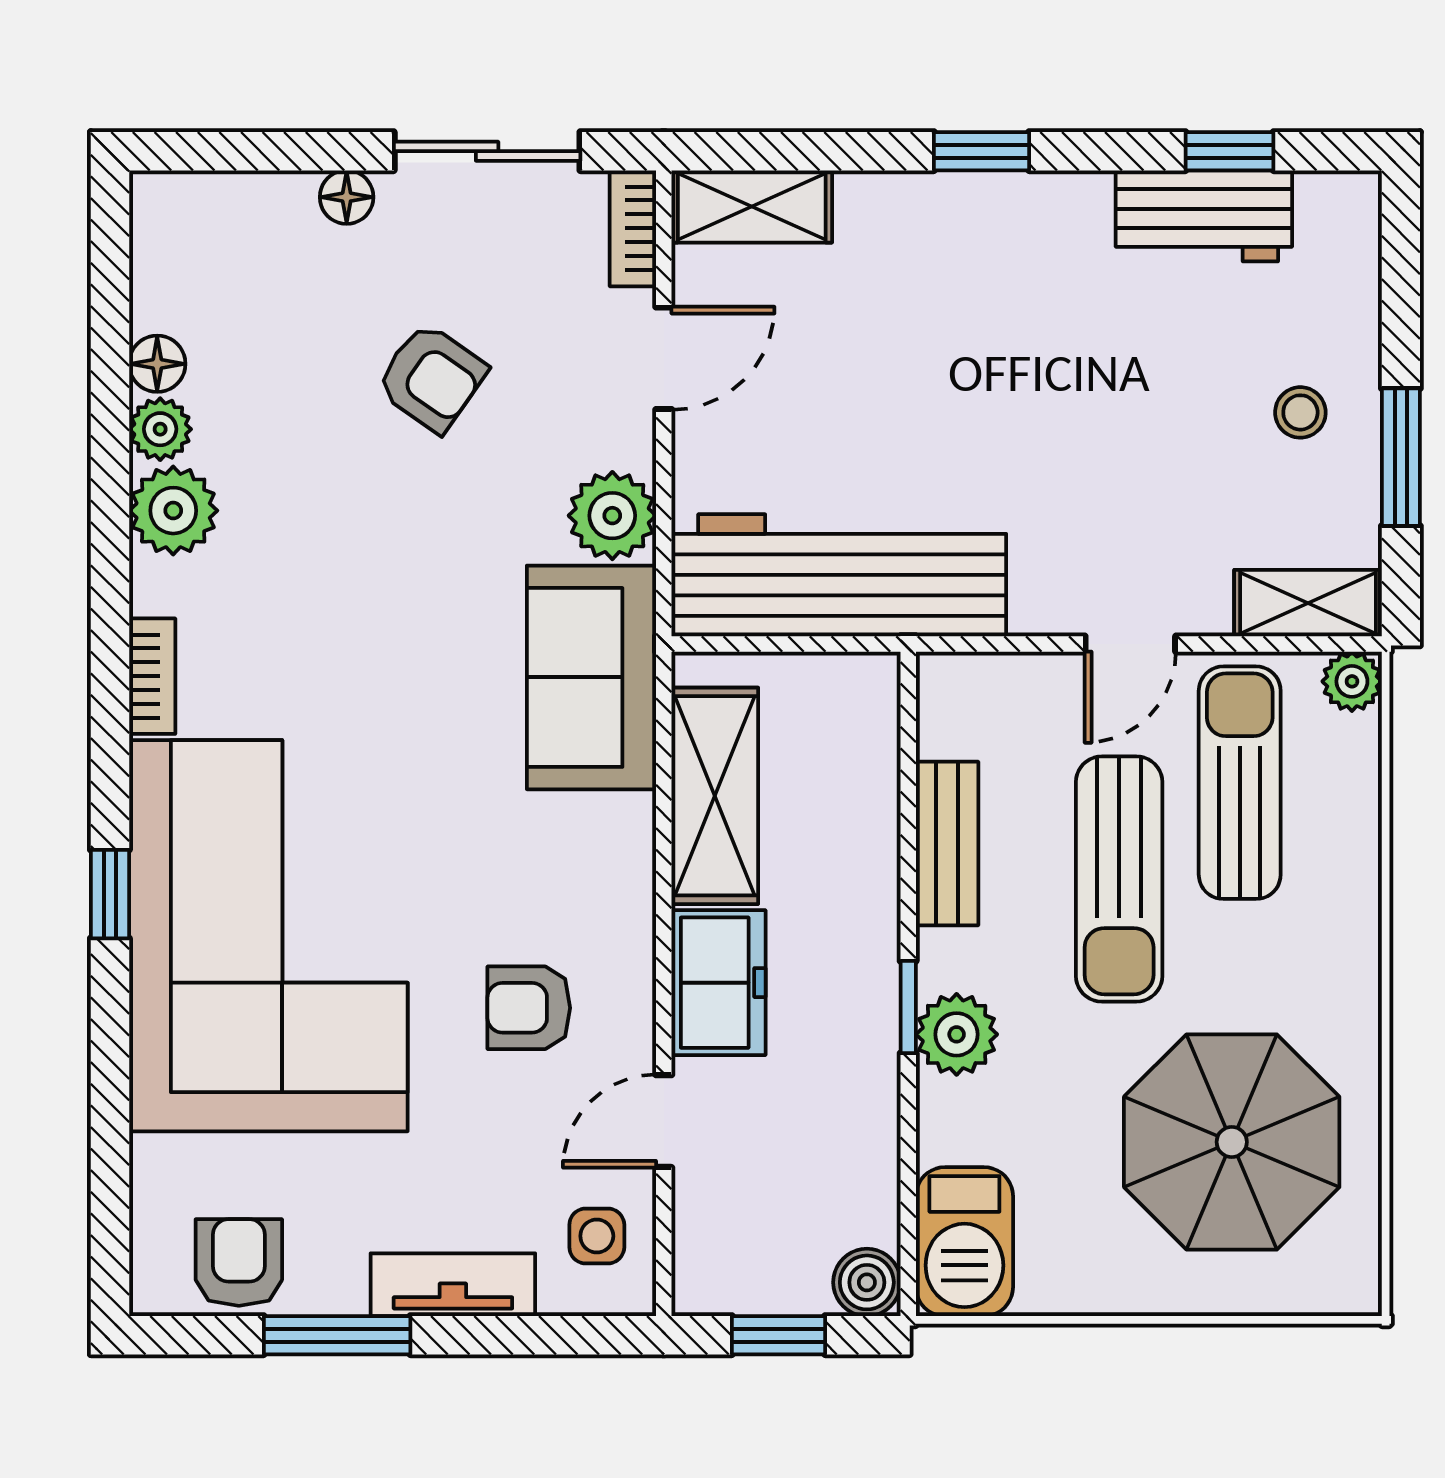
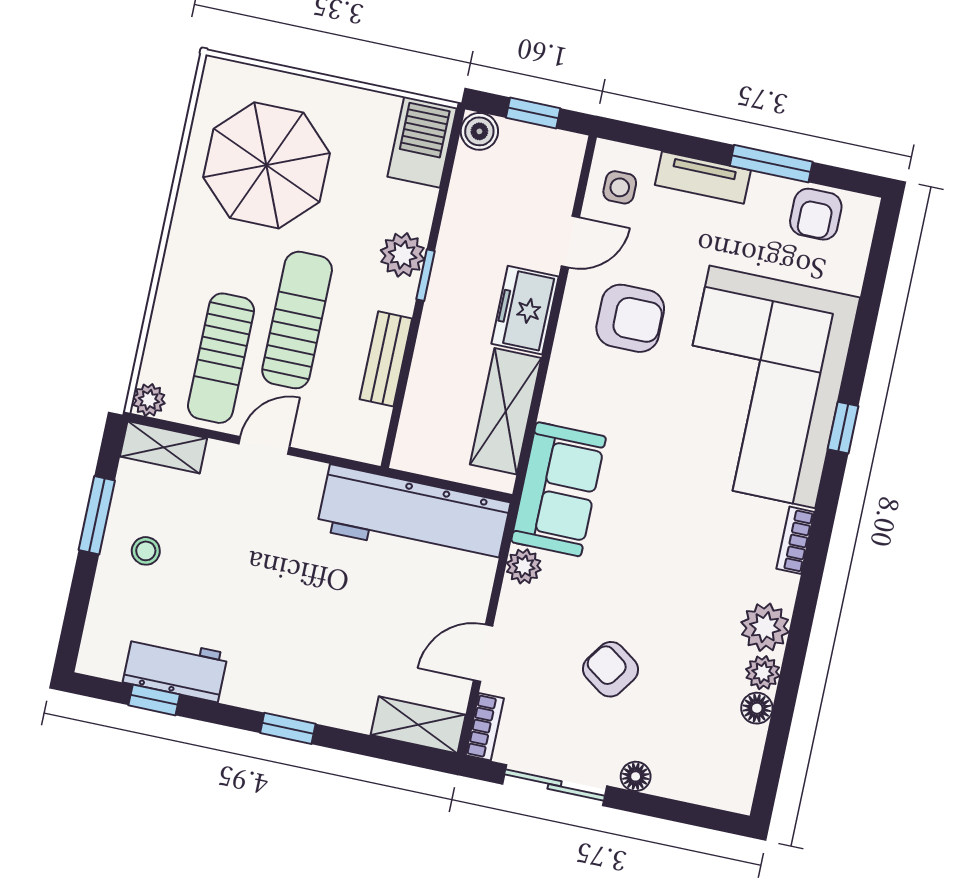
plant: (612, 516) -> (524, 566), width x0.73, depth x0.73
armchair: (529, 1008) -> (630, 318), width x1.38, depth x1.38

